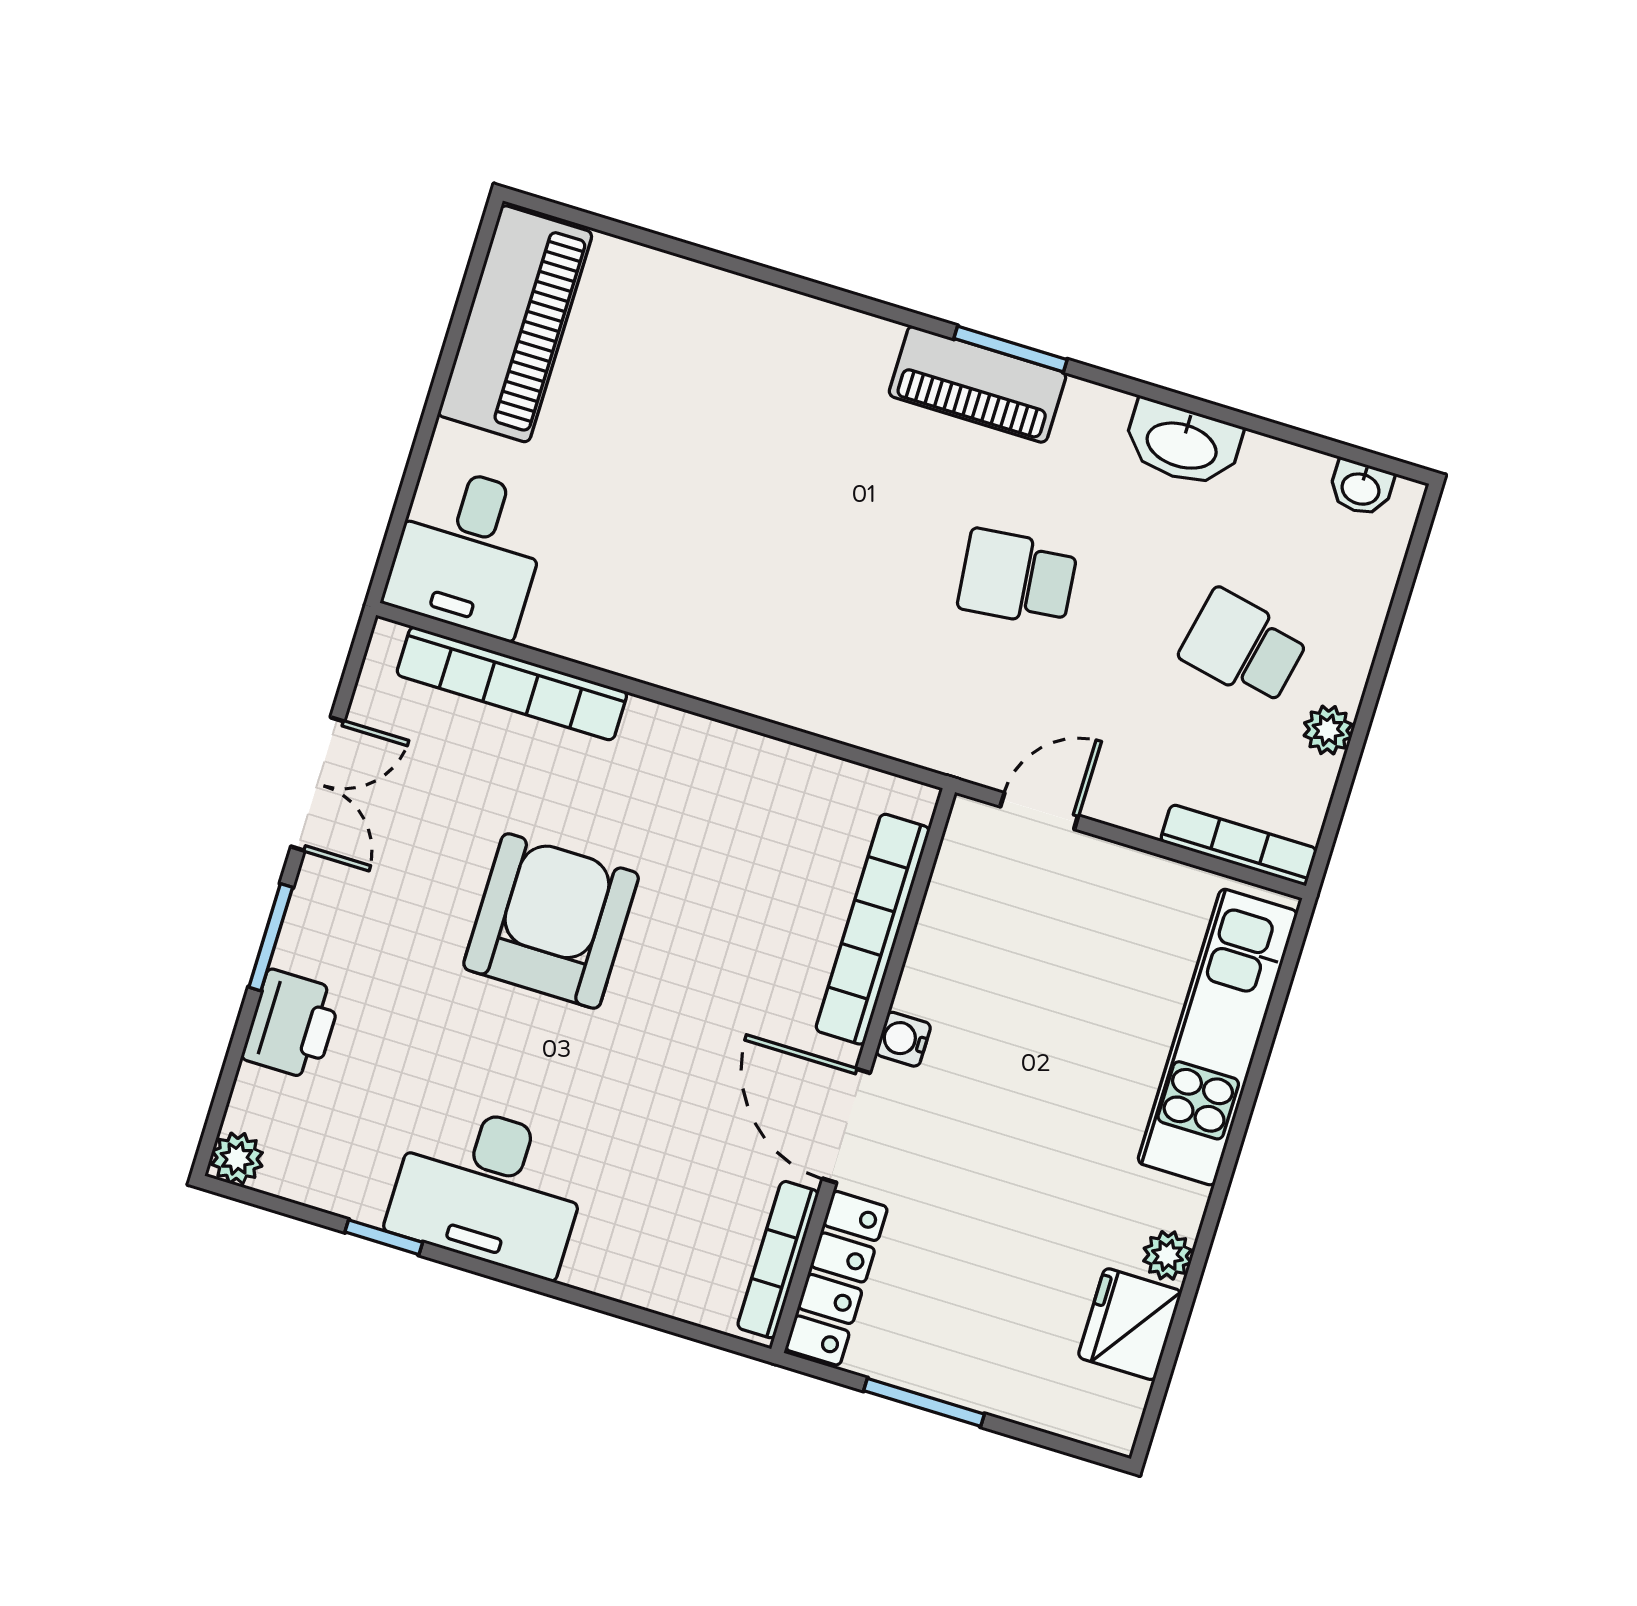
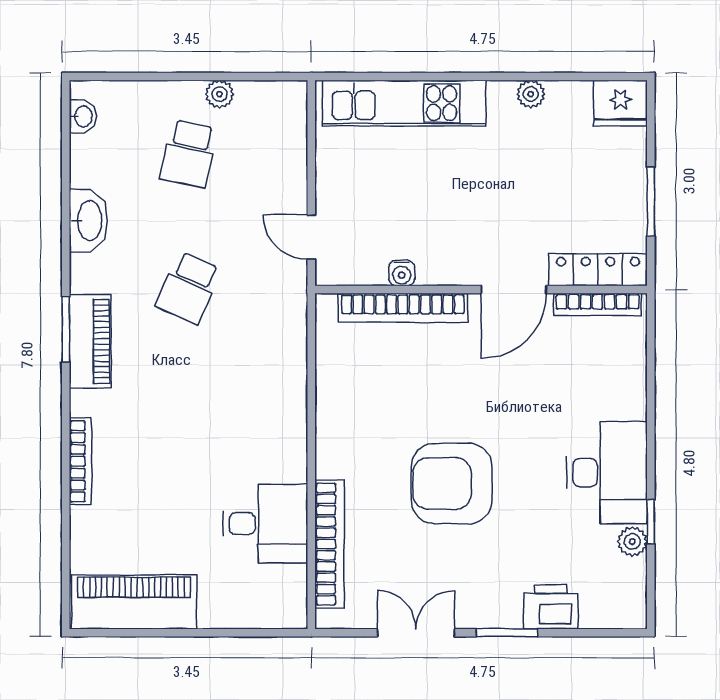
desk: (468, 551) -> (265, 524), moved
school desk: (1017, 578) -> (188, 288), turned 30
bookcase: (1239, 845) -> (80, 461), moved, turned 180
water cooler: (903, 1039) -> (402, 273), moved
plant: (237, 1158) -> (632, 542), moved
fridge: (1130, 1324) -> (620, 103), moved

